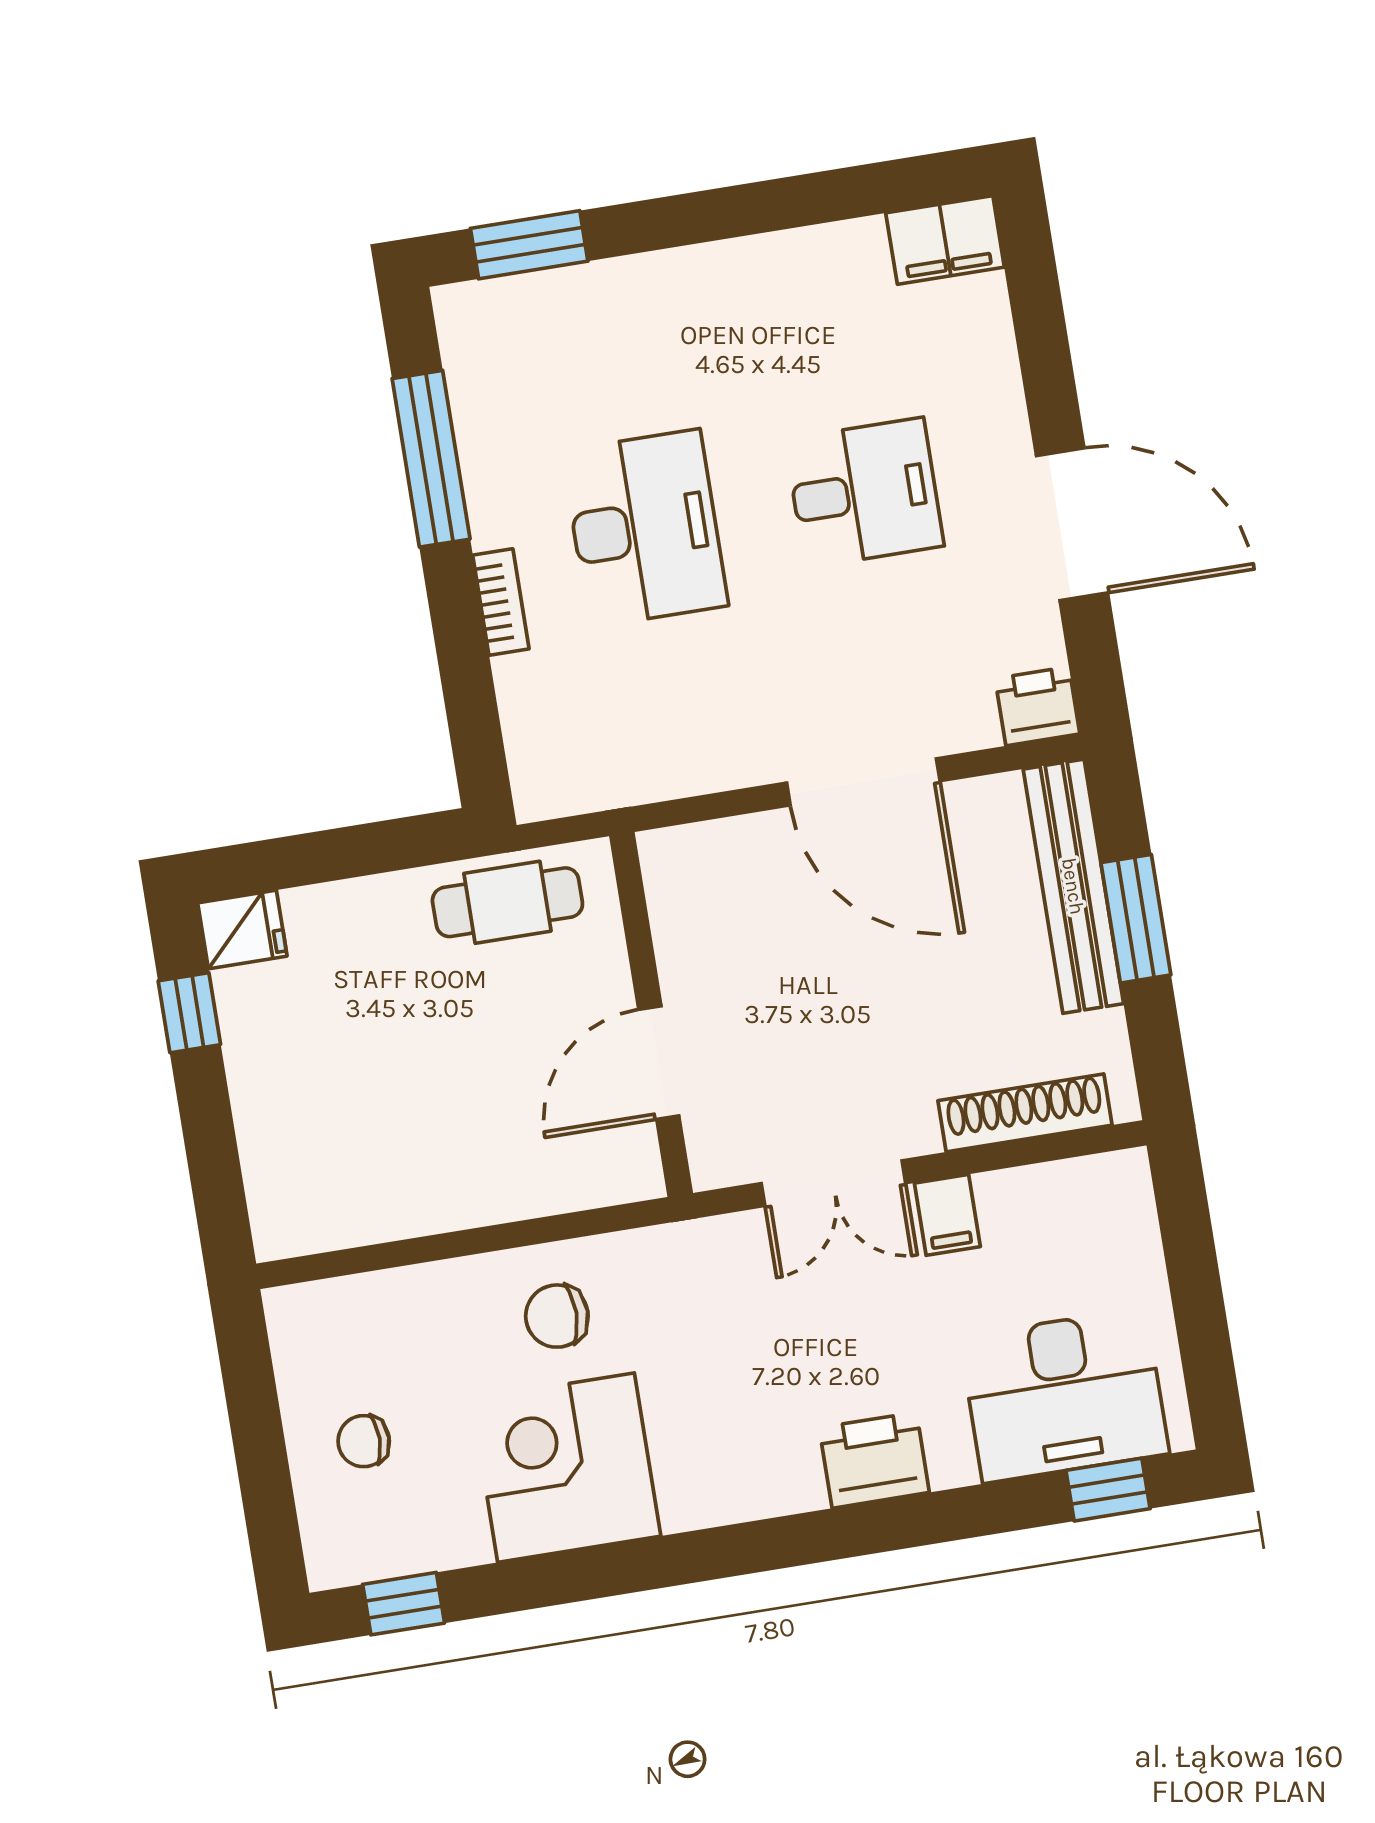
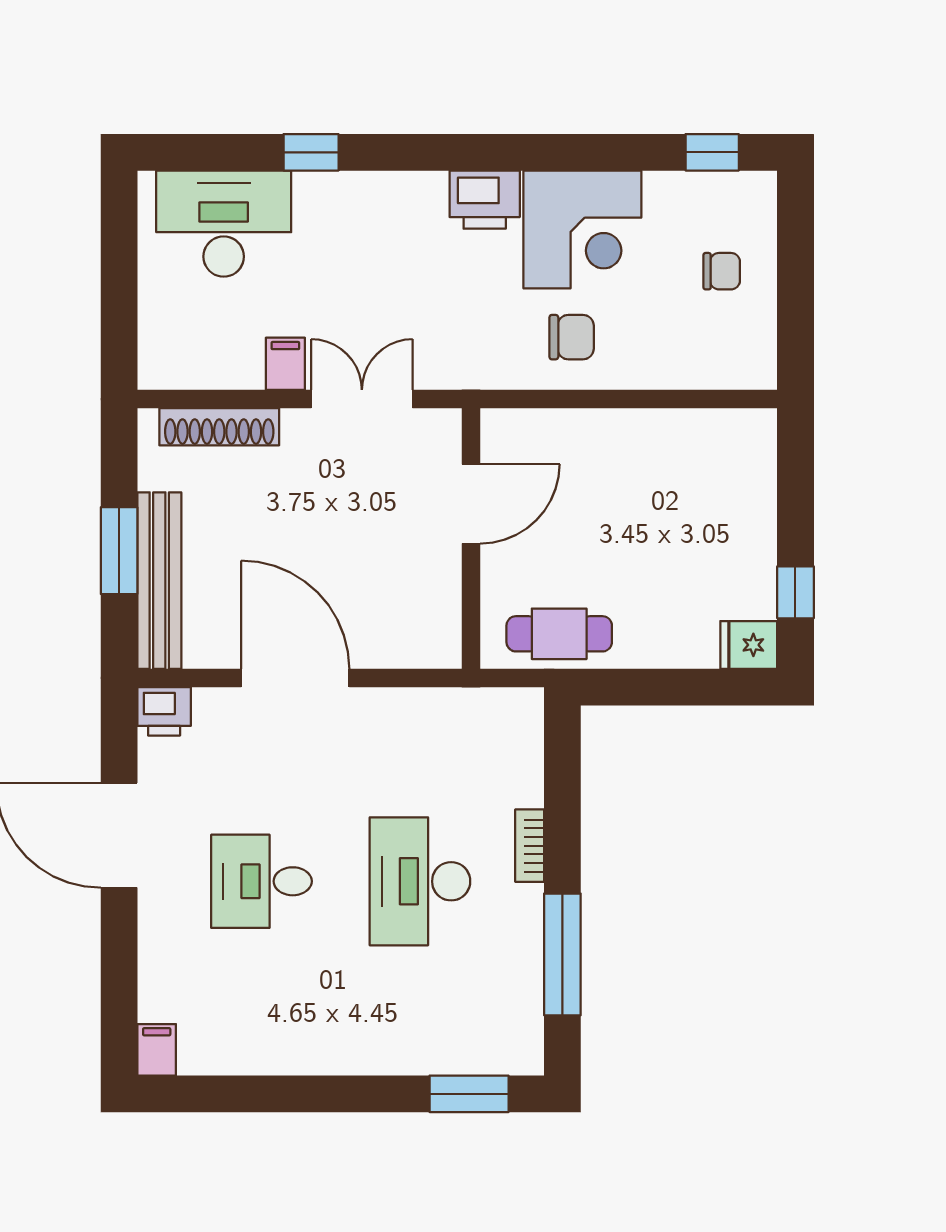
filing cabinet: (945, 240) -> (157, 1050), width x0.50
printer: (874, 1460) -> (485, 200), moved
window: (1108, 1490) -> (311, 152), moved

